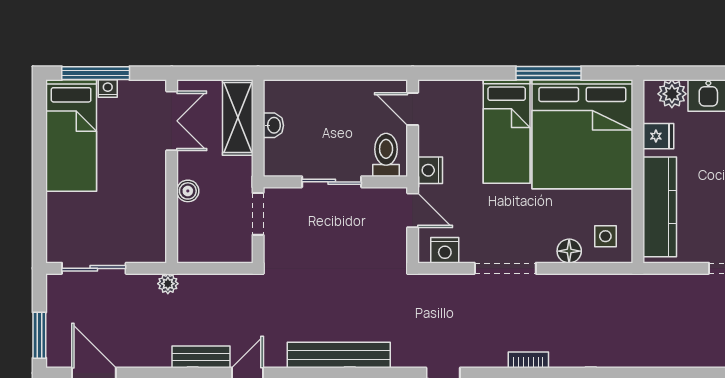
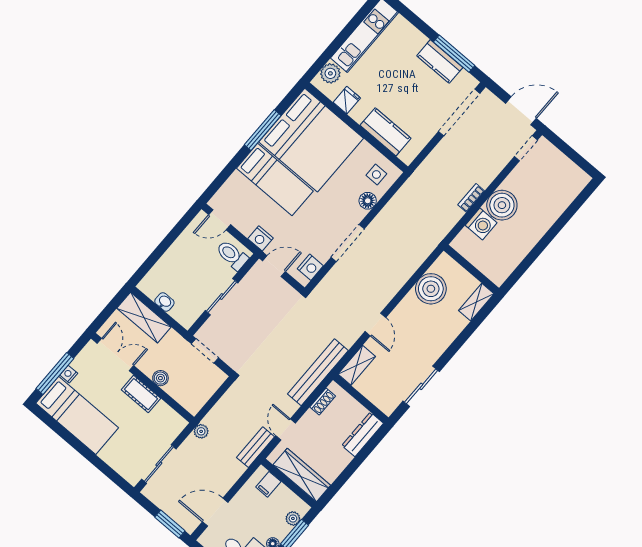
cot: (153, 185) -> (141, 394), added
kitchen counter: (660, 207) -> (386, 132), width x0.67
bookcase: (528, 360) -> (471, 198), moved

